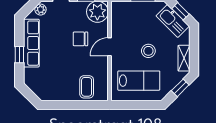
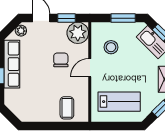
chair: (80, 39) -> (61, 60), turned 90
stool: (148, 51) -> (111, 47), moved

